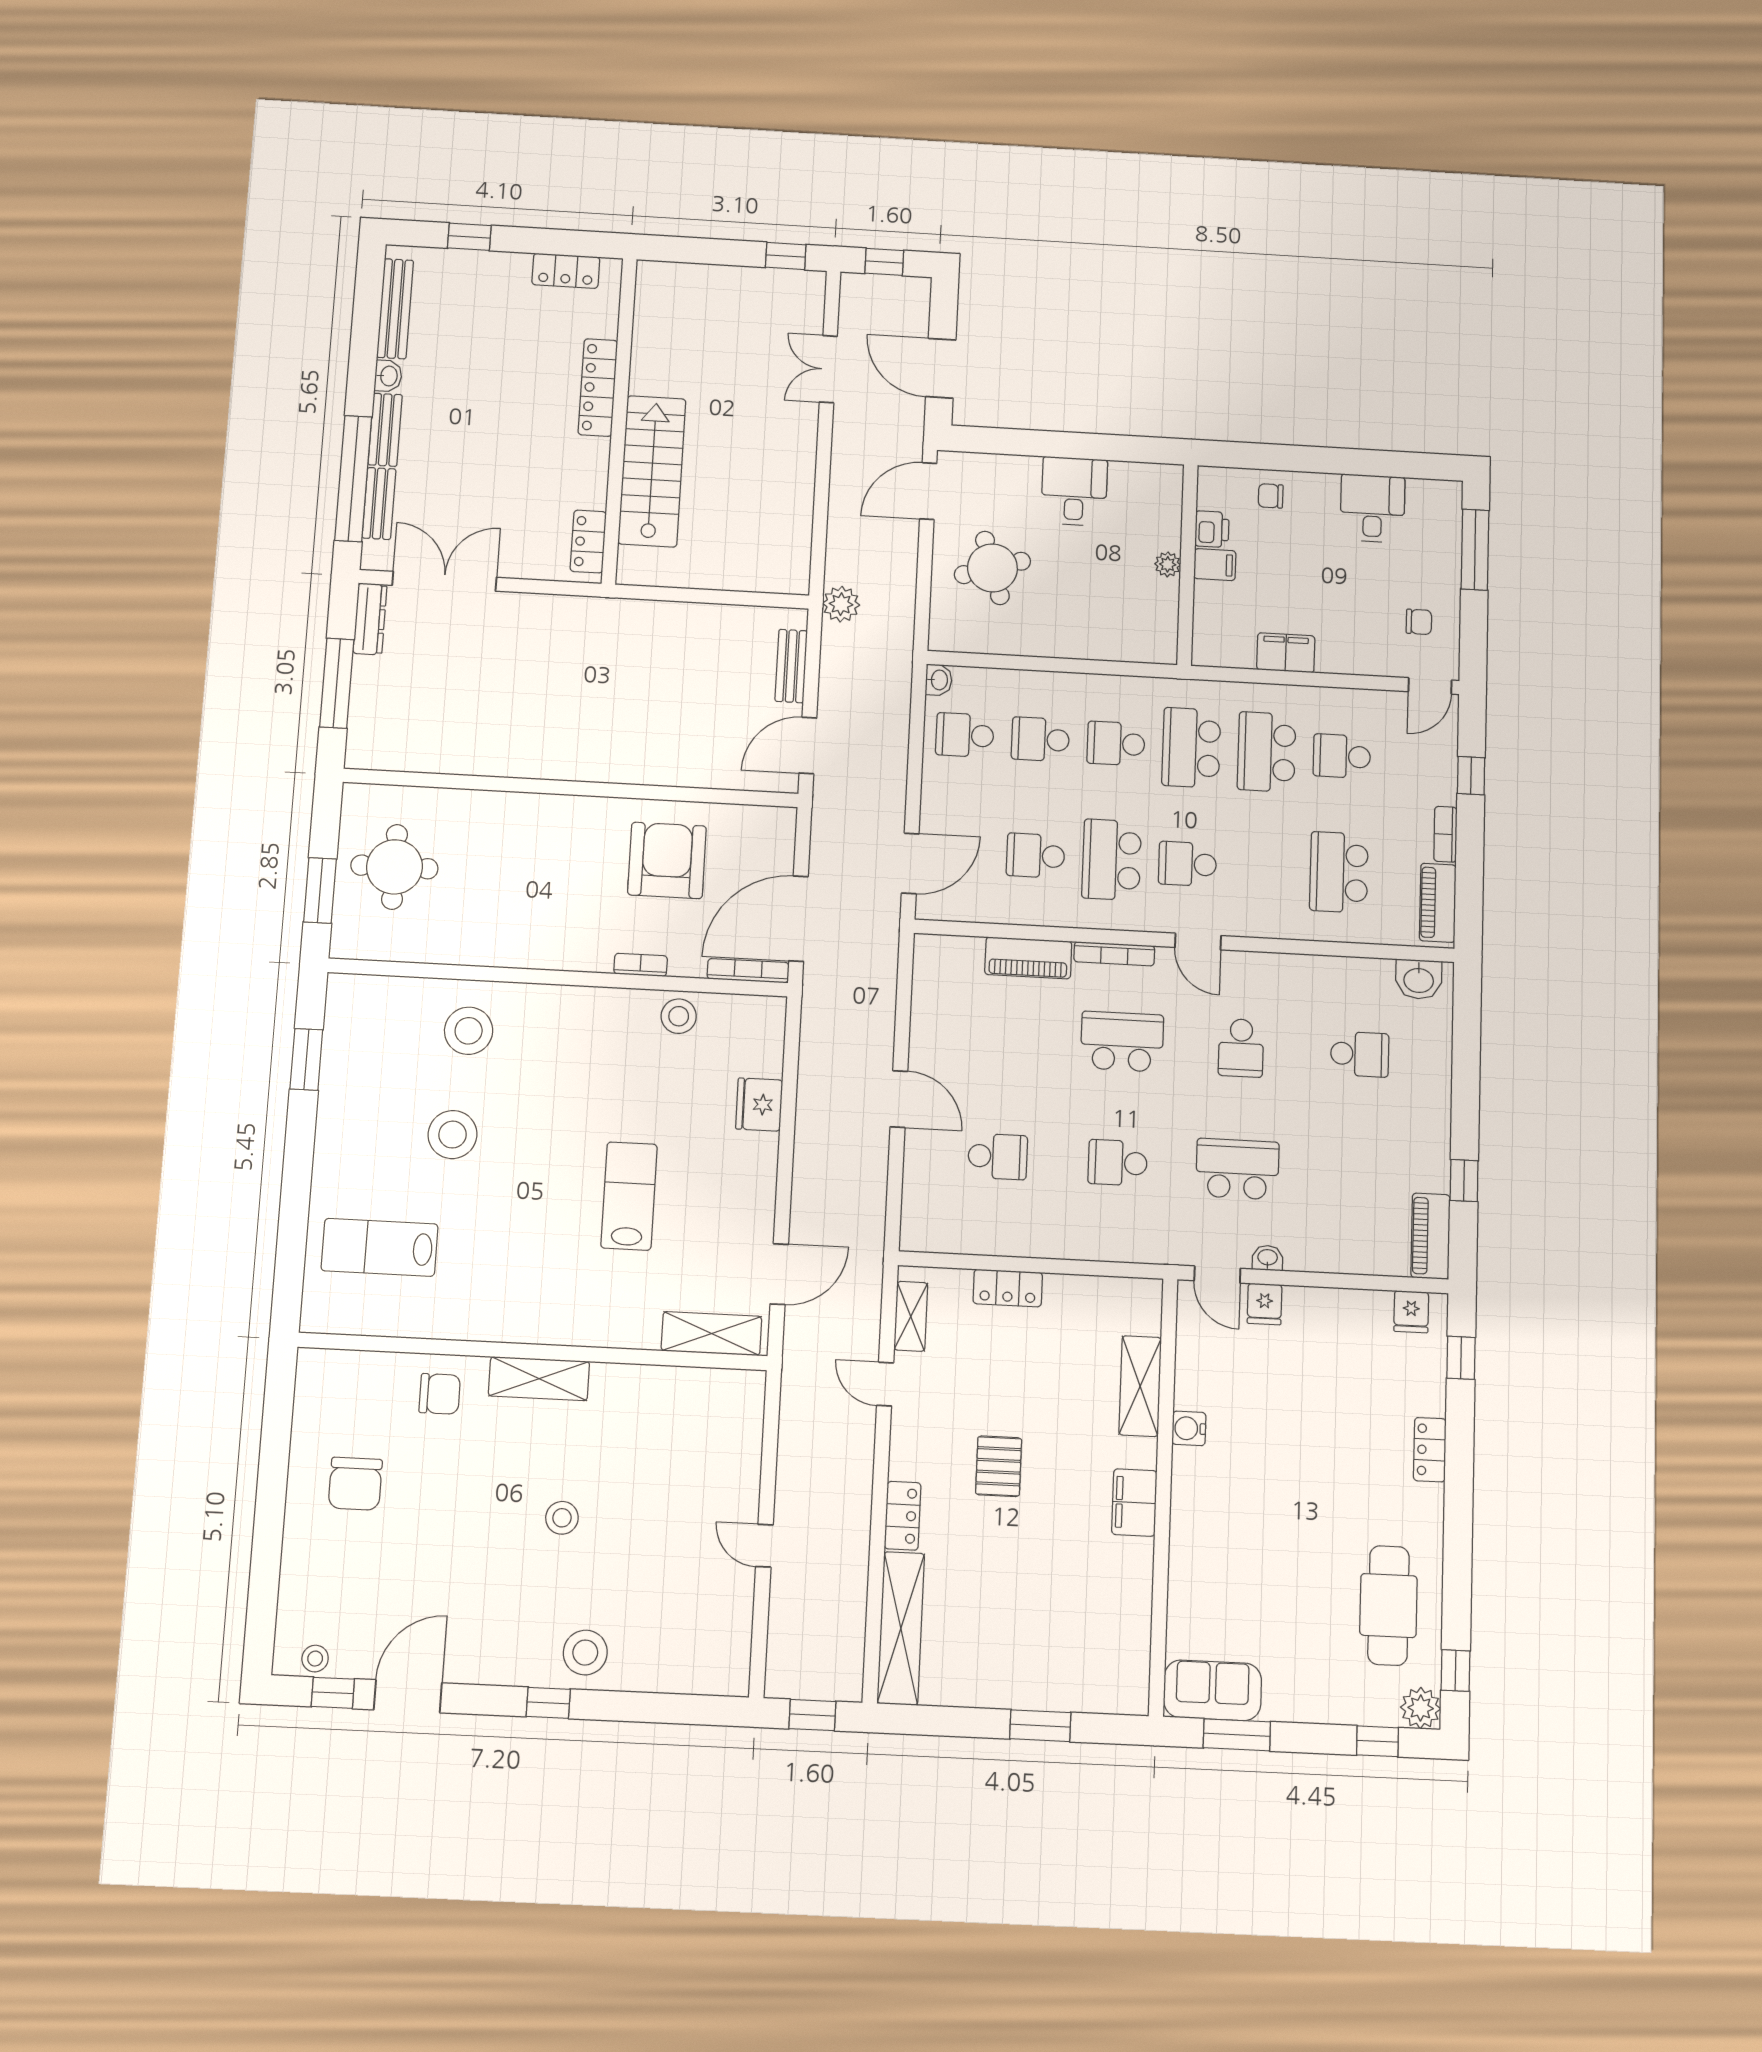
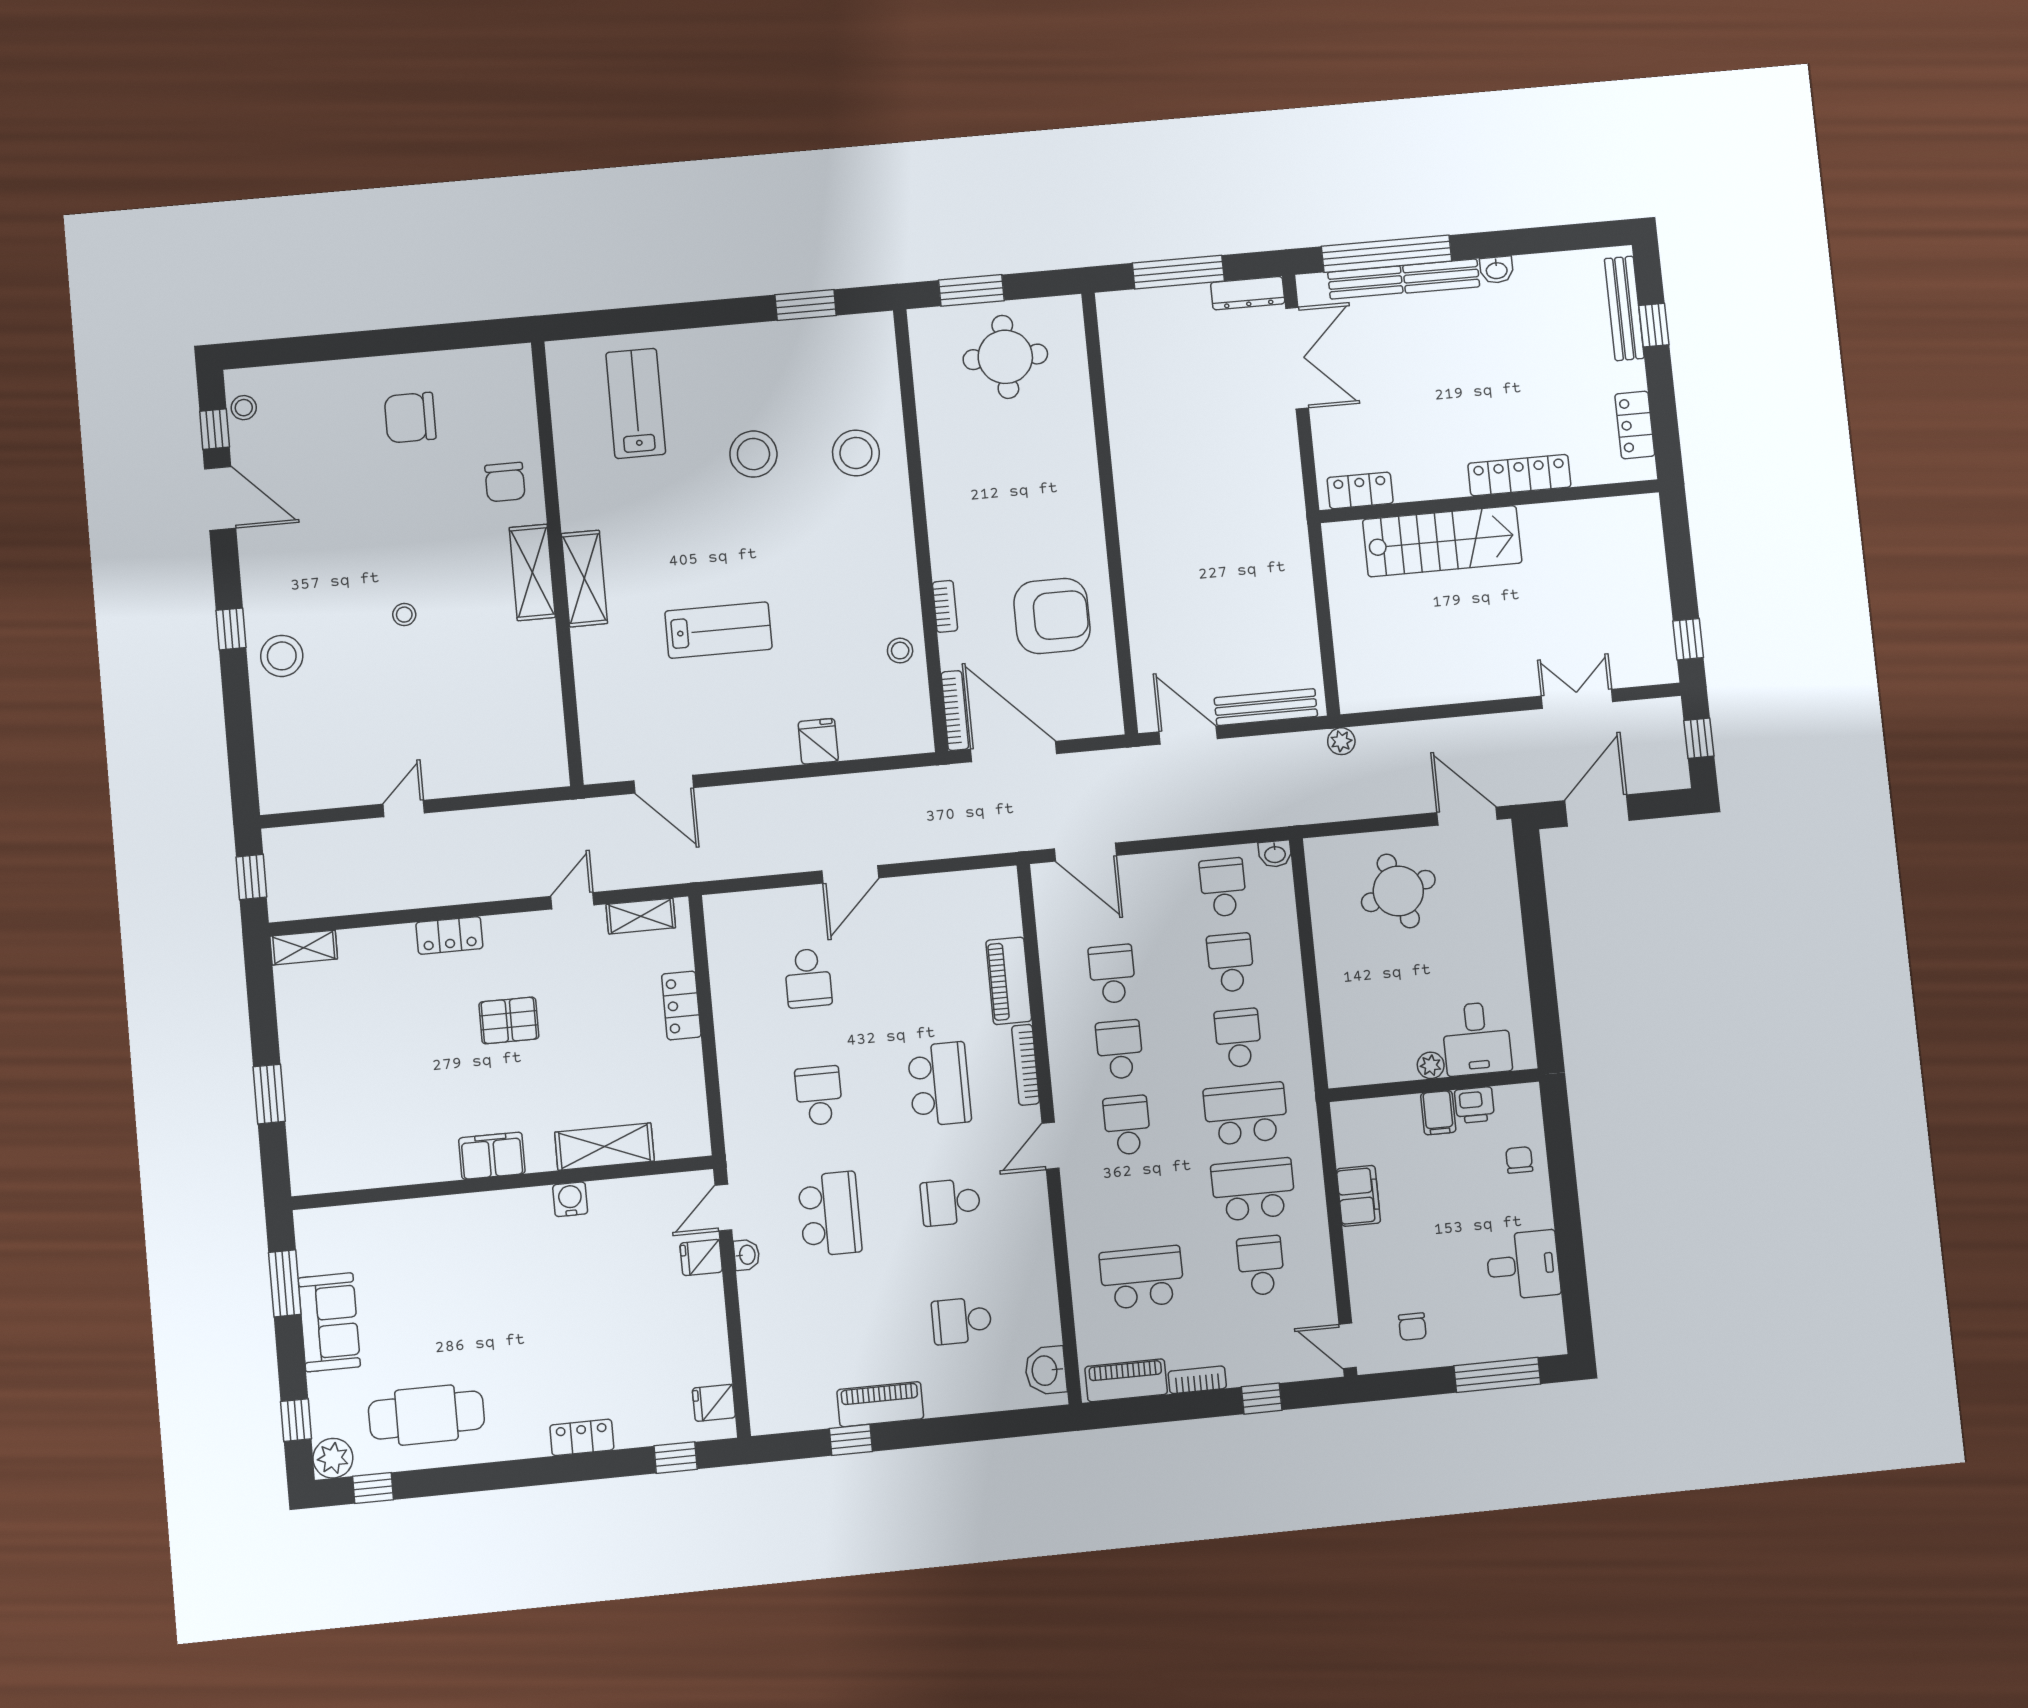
bench: (395, 309) -> (1624, 308), moved, turned 90
desk: (1074, 491) -> (1477, 1039), moved, turned 90
plant: (841, 604) -> (1341, 741), width x0.73, depth x0.73
bench: (791, 666) -> (1266, 707), width x1.36
school desk: (1112, 860) -> (1120, 1050), width x0.54
stool: (679, 1016) -> (900, 651), width x0.73, depth x0.73
school desk: (1360, 1054) -> (962, 1321), turned 90
fridge: (759, 1104) -> (818, 741), width x0.72
piano: (1431, 1236) -> (880, 1404), moved
shelving: (711, 1334) -> (584, 579), moved
stool: (562, 1518) -> (404, 615), width x0.73, depth x0.73
shelving: (901, 1628) -> (304, 948), width x0.45, depth x0.75
sofa: (1212, 1690) -> (329, 1322), moved

